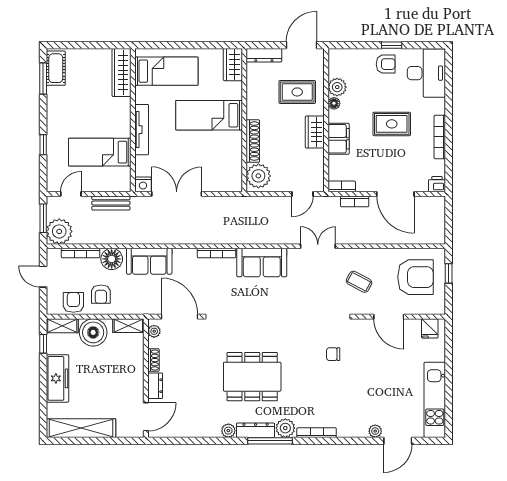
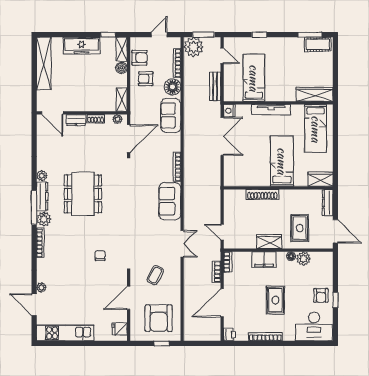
plant: (258, 176) -> (236, 199), removed
boiler: (93, 332) -> (121, 68), width x0.54, depth x0.54

